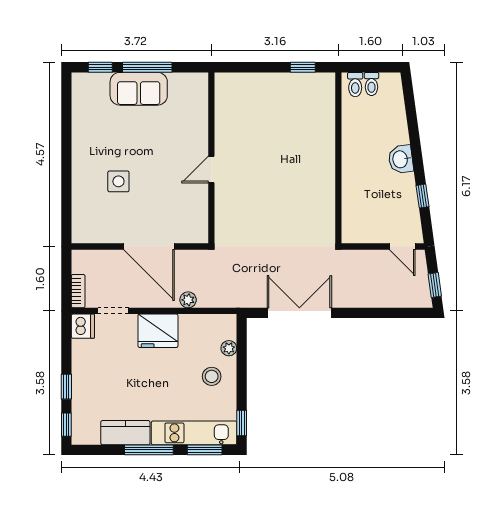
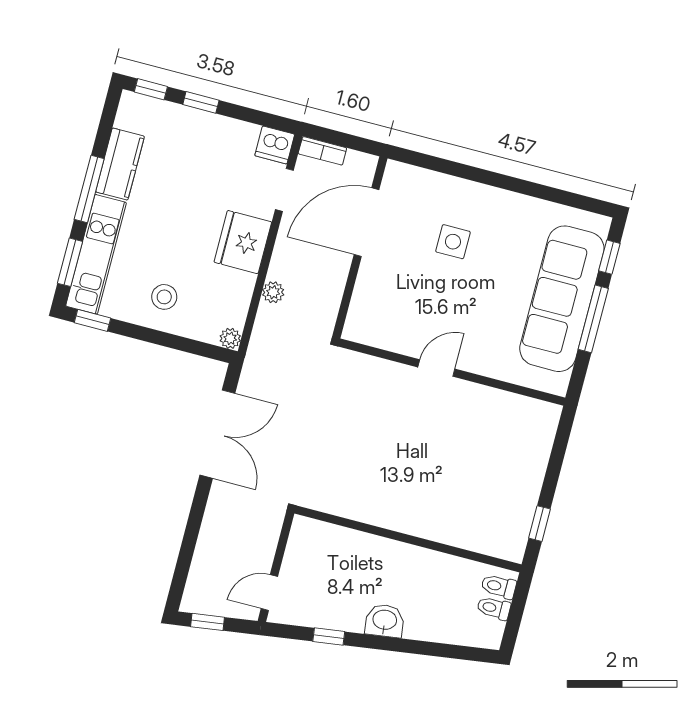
sofa: (139, 89) -> (562, 299), width x1.85, depth x1.27
door: (211, 170) -> (436, 368), hinge flipped
door: (149, 246) -> (367, 222), moved
plant: (229, 348) -> (230, 338), moved

